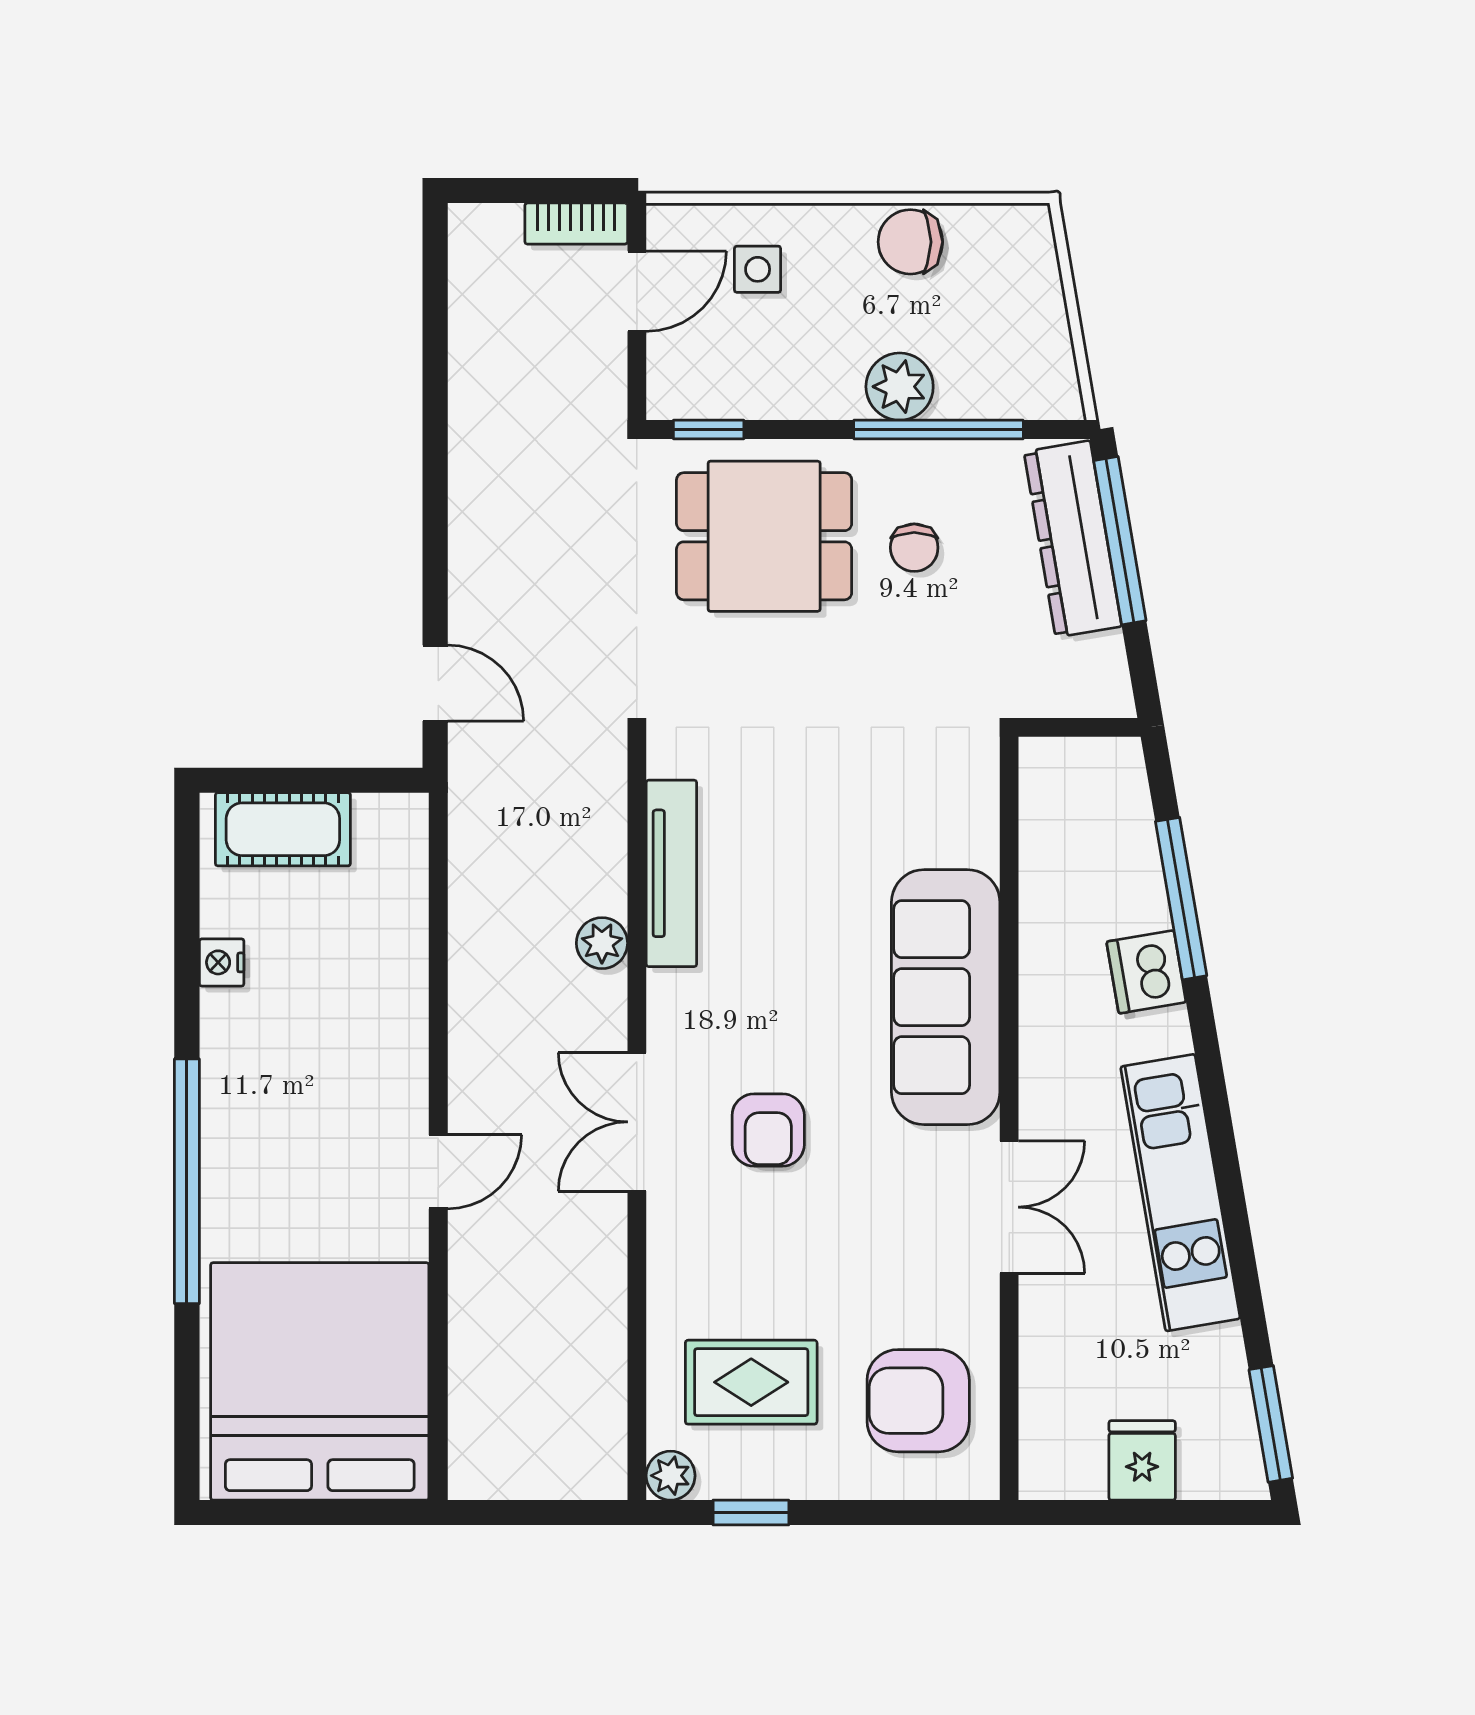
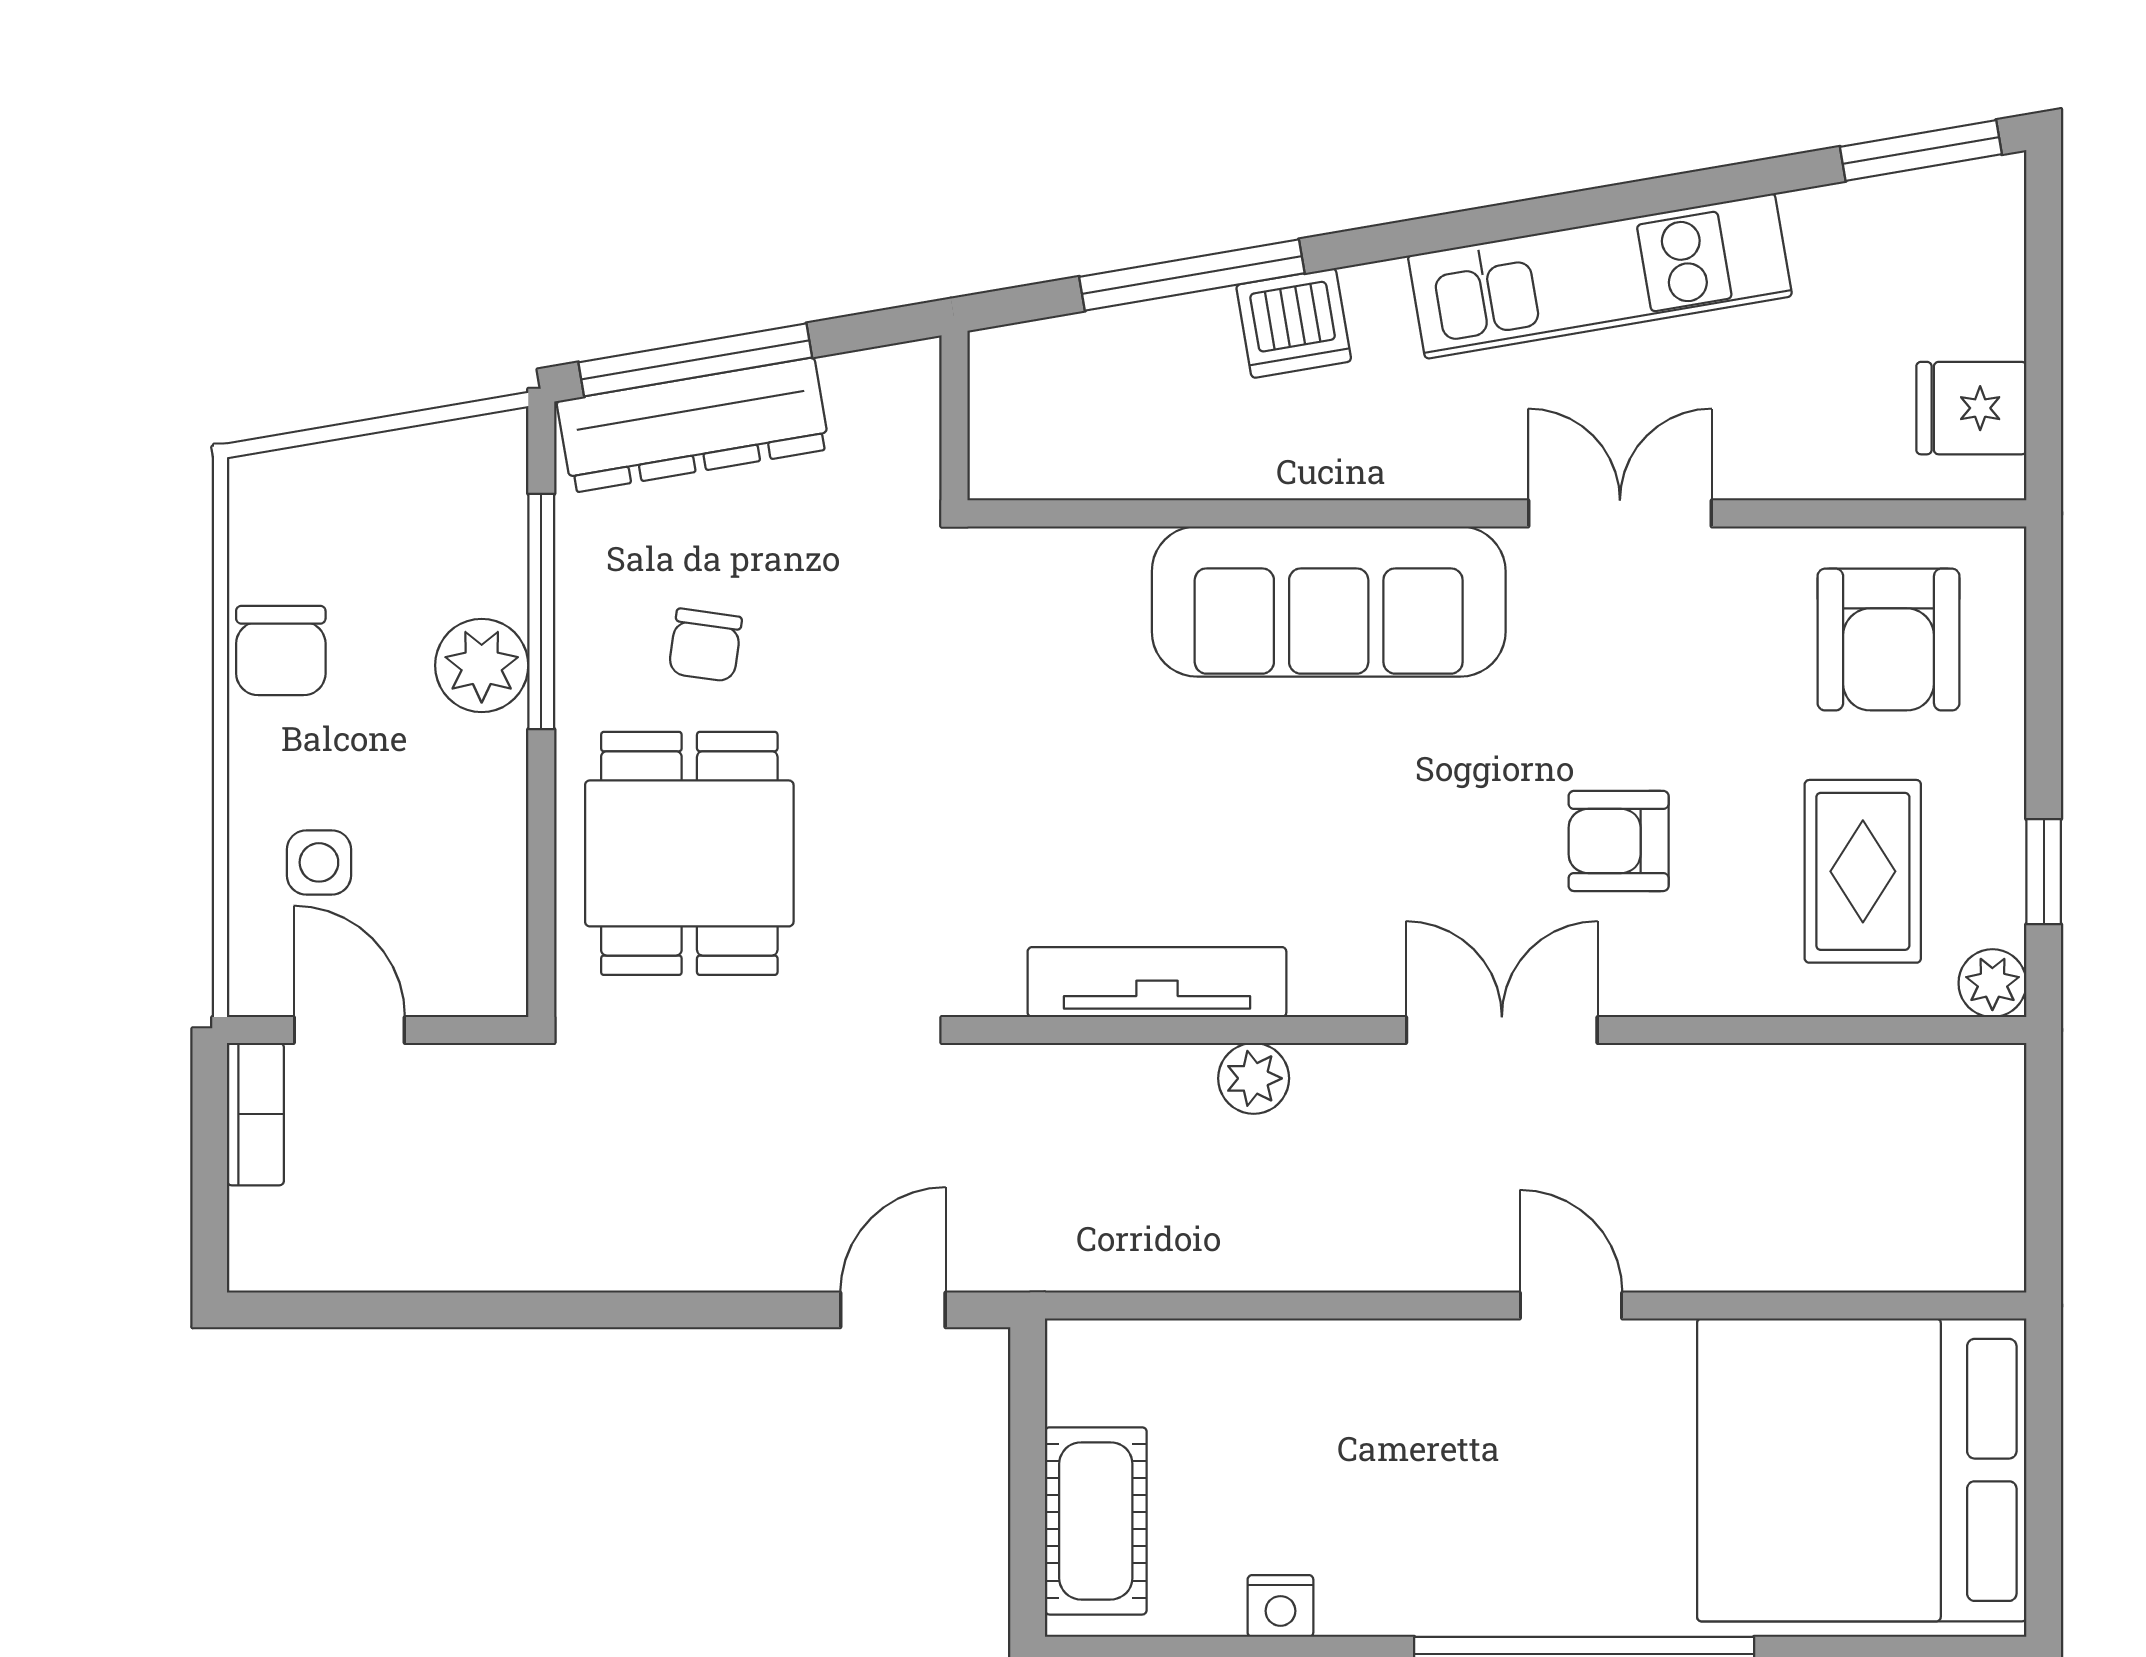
window: (709, 430) -> (541, 930), removed
chair: (914, 548) -> (705, 645), turned 98
double door: (637, 1122) -> (1502, 1030), swing flipped
armchair: (768, 1130) -> (1619, 841), moved, turned 180
fridge: (1142, 1460) -> (1971, 408), moved

